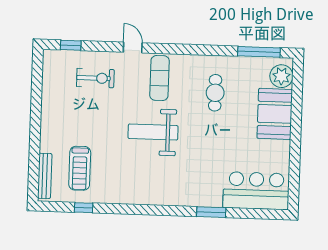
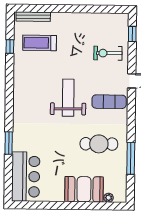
window: (259, 52) -> (131, 158), moved
plant: (281, 76) -> (108, 198), width x0.53, depth x0.53
exercise bike: (95, 78) -> (108, 53), turned 90
cafe table: (215, 93) -> (99, 144), width x1.37, depth x1.35

